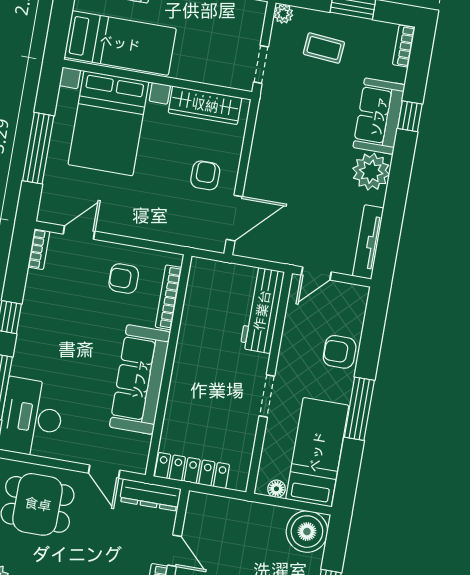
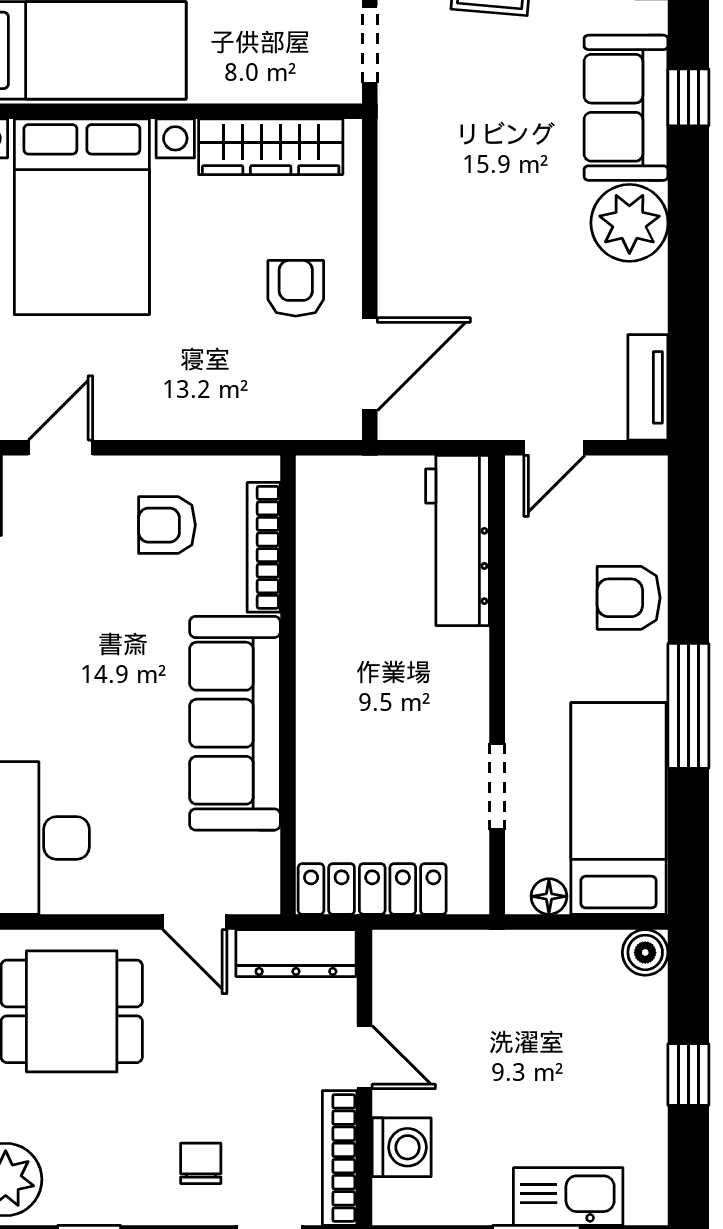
tv unit: (368, 242) -> (648, 387), width x0.71
doorway: (267, 396) -> (497, 786), moved
boiler: (307, 532) -> (645, 952), width x0.54, depth x0.54

